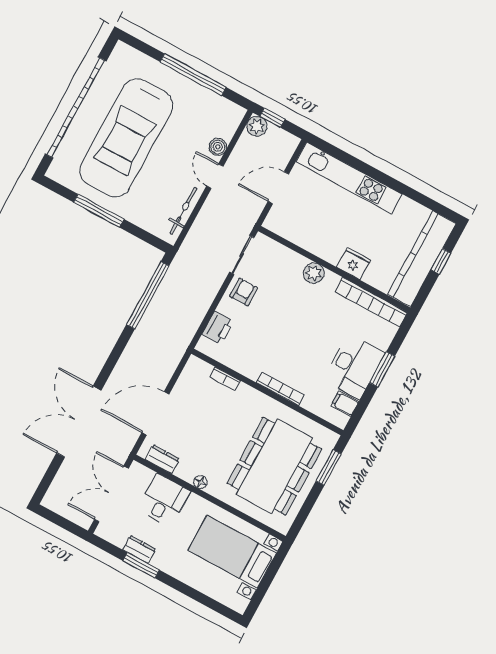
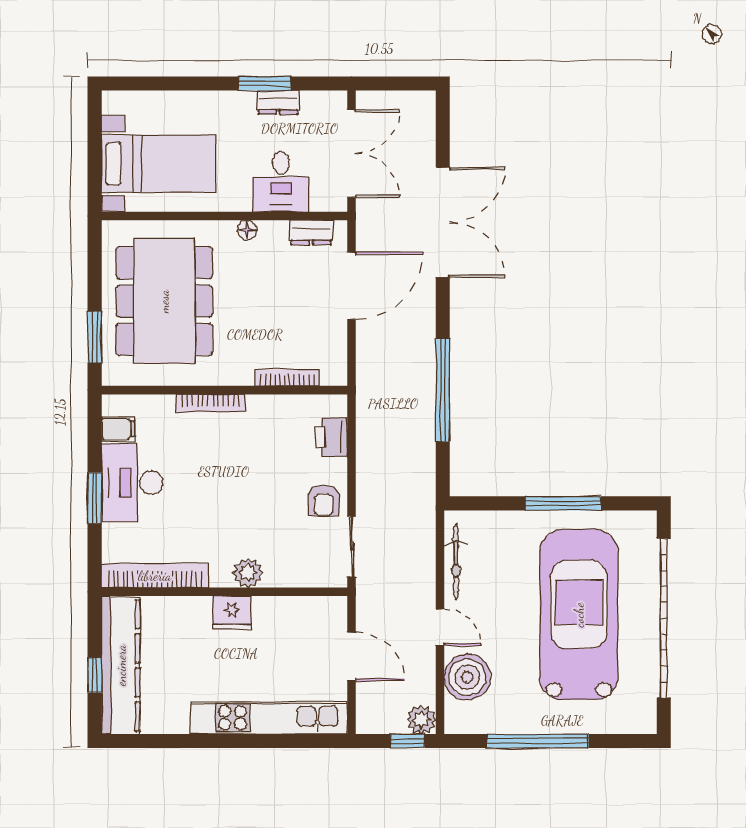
boiler: (218, 147) -> (467, 677), width x1.86, depth x1.86
door: (278, 188) -> (352, 657), hinge flipped
fridge: (354, 264) -> (232, 613), moved
window: (148, 295) -> (443, 390), moved
bookcase: (225, 379) -> (287, 378), width x1.56

